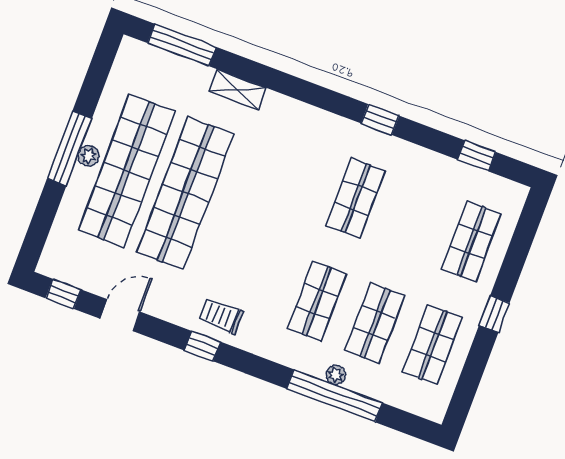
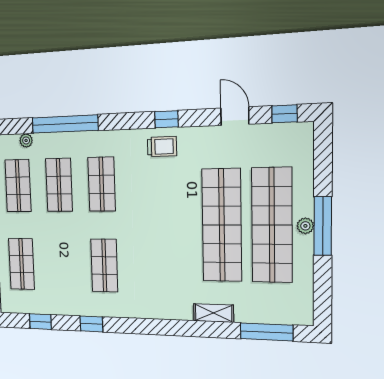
window: (380, 120) -> (91, 324), moved
door: (120, 315) -> (235, 116), swing flipped
plant: (336, 375) -> (26, 140), moved

